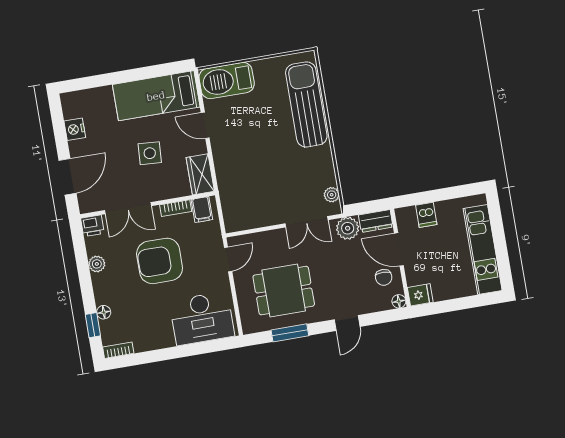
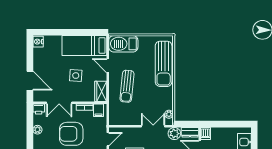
sun lounger: (306, 104) -> (164, 64), turned 180
nightstand: (75, 129) -> (38, 42), moved
sun lounger: (247, 157) -> (127, 86), added
door: (68, 177) -> (30, 81), hinge flipped
dishwasher: (426, 215) -> (206, 134), moved
double door: (307, 222) -> (153, 126), swing flipped

